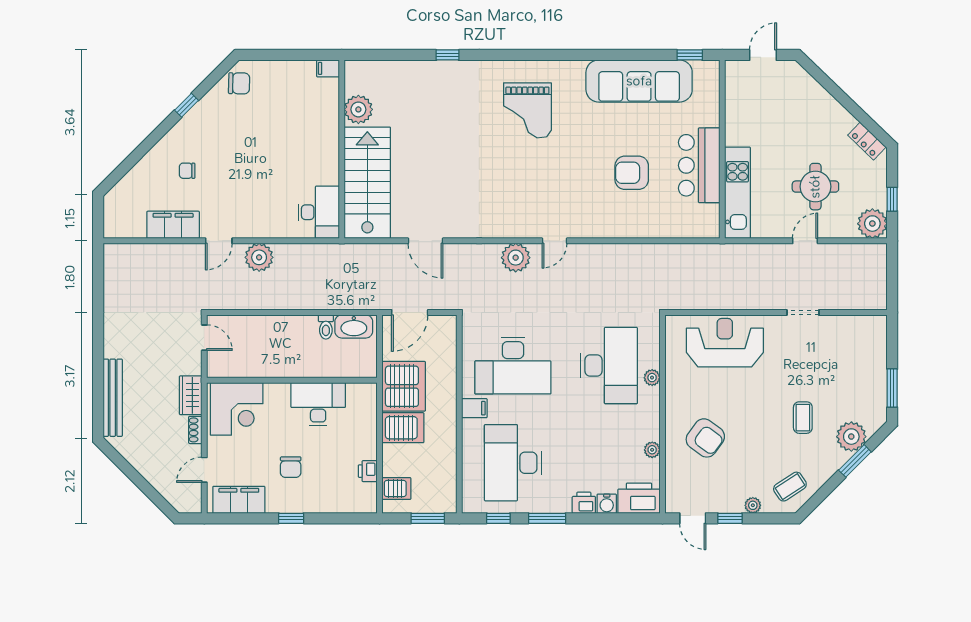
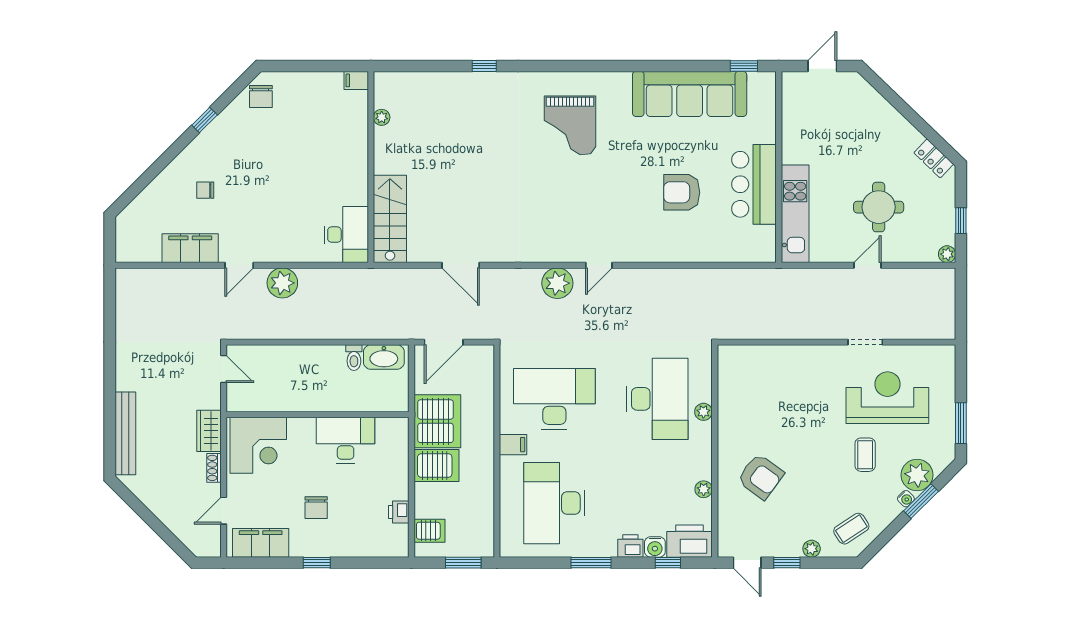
chair: (239, 83) -> (261, 96), turned 89
plant: (358, 109) -> (382, 117), width x0.53, depth x0.53
stairs: (367, 183) -> (390, 219), width x0.73, depth x0.66
plant: (872, 224) -> (947, 254), width x0.53, depth x0.53
reception desk: (725, 343) -> (887, 398), moved
desk: (513, 366) -> (554, 399), turned 180
water cooler: (841, 459) -> (906, 499), added
window: (498, 518) -> (668, 563), moved

